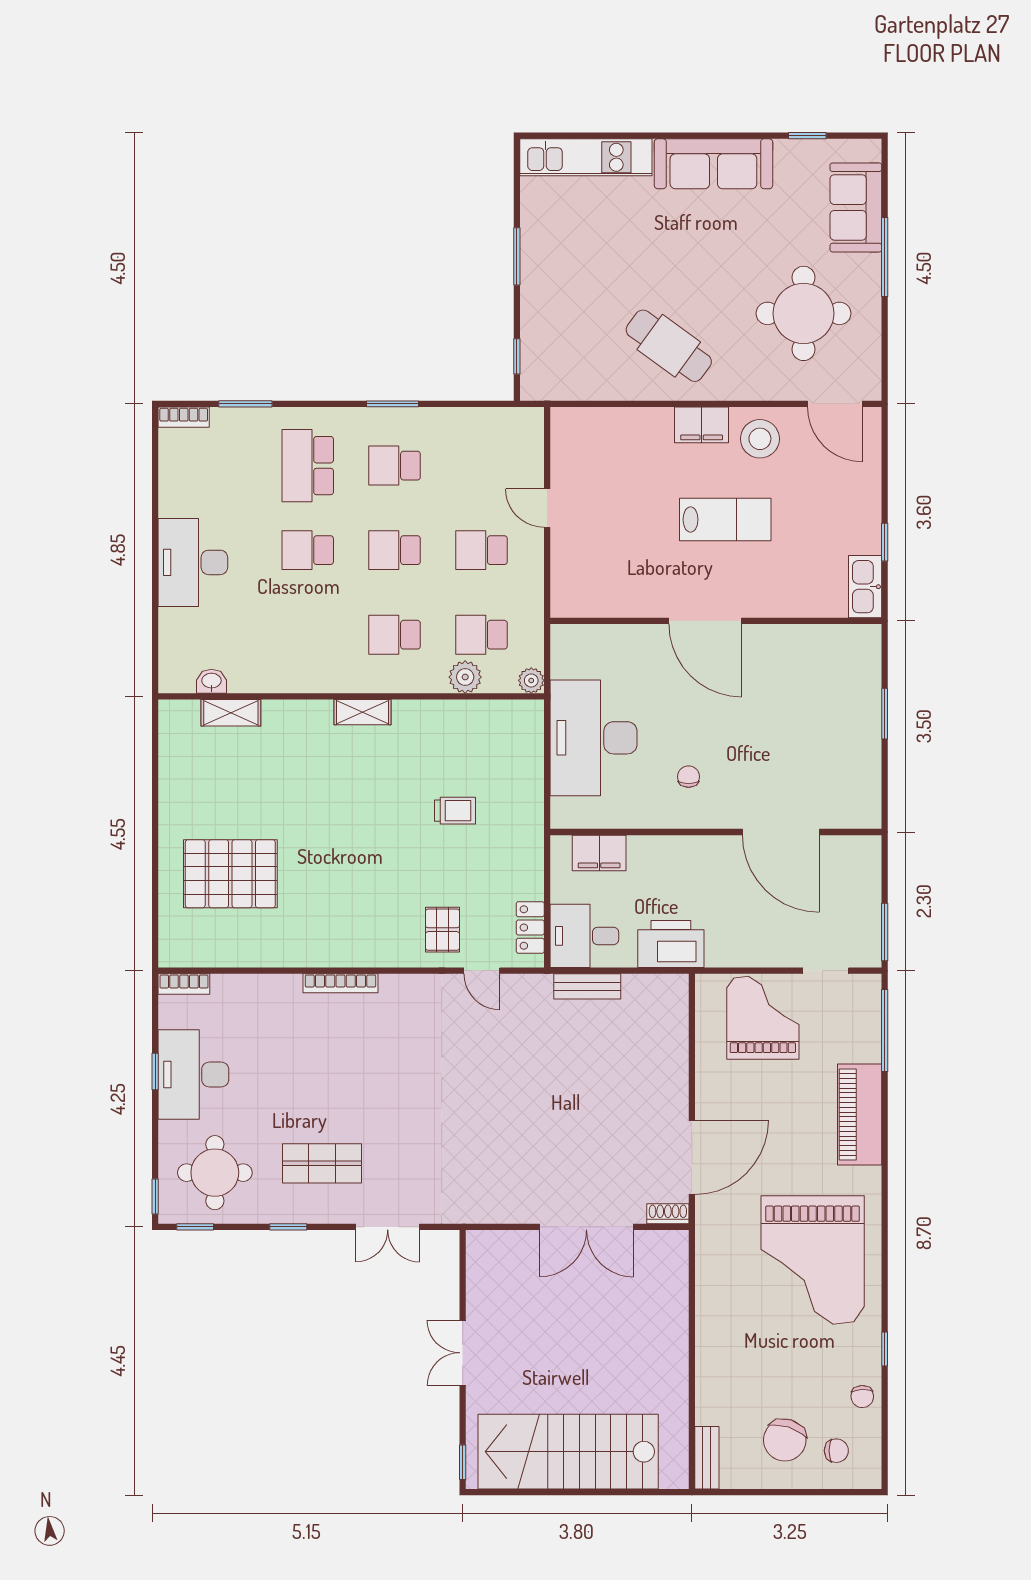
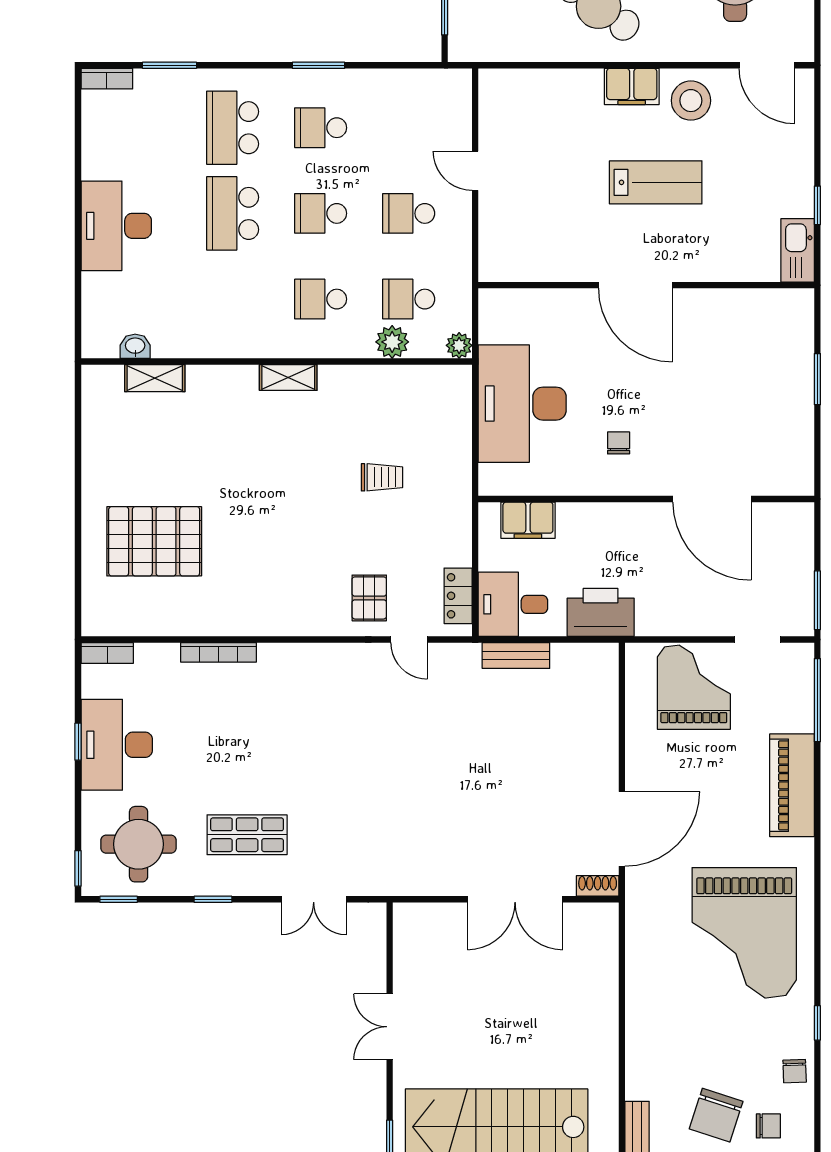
school desk: (308, 550) -> (233, 213), width x1.85
bookcase: (340, 983) -> (219, 652), moved

